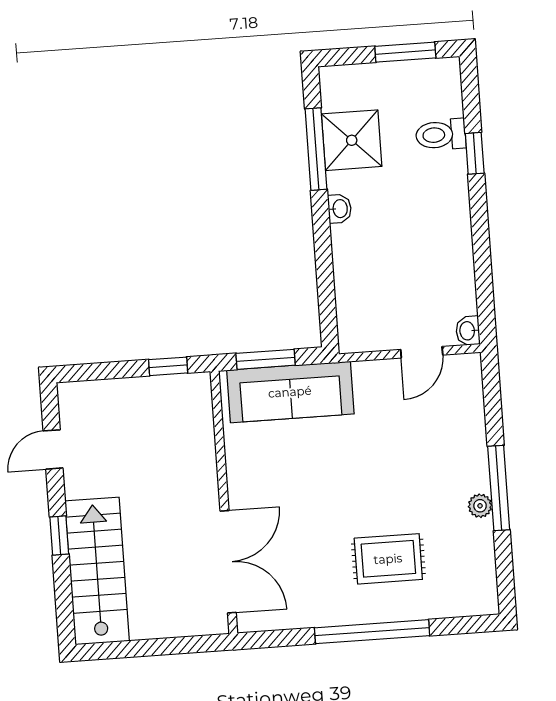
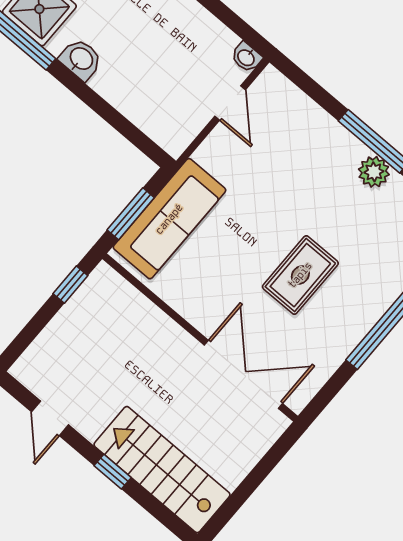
washbasin: (340, 209) -> (81, 59), width x1.38, depth x1.45
plant: (480, 506) -> (374, 172), width x1.38, depth x1.38
rug: (388, 559) -> (300, 275), moved

